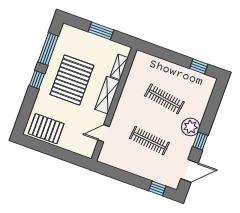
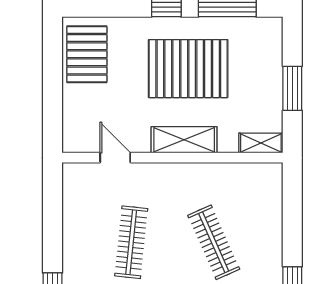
shelving: (119, 67) -> (261, 143), moved
clothes rail: (164, 99) -> (214, 242), turned -33

